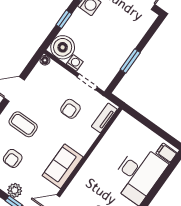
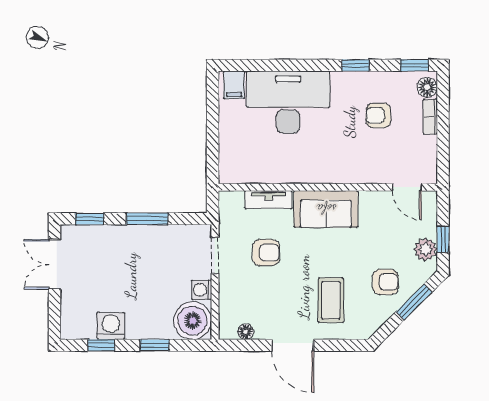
window: (151, 32) -> (90, 219), added
floor lamp: (45, 60) -> (246, 332), moved
tv unit: (104, 118) -> (269, 200), moved
sofa: (63, 166) -> (326, 209), moved

